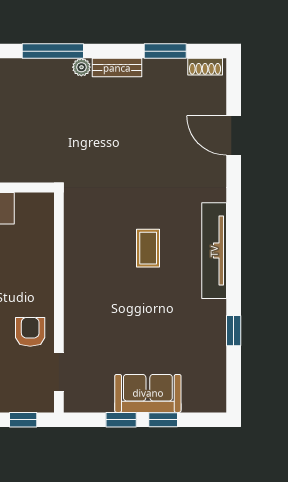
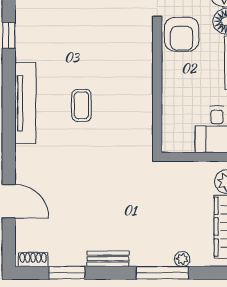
plant: (81, 67) -> (182, 259), moved
armchair: (30, 332) -> (182, 34), width x1.38, depth x1.38

